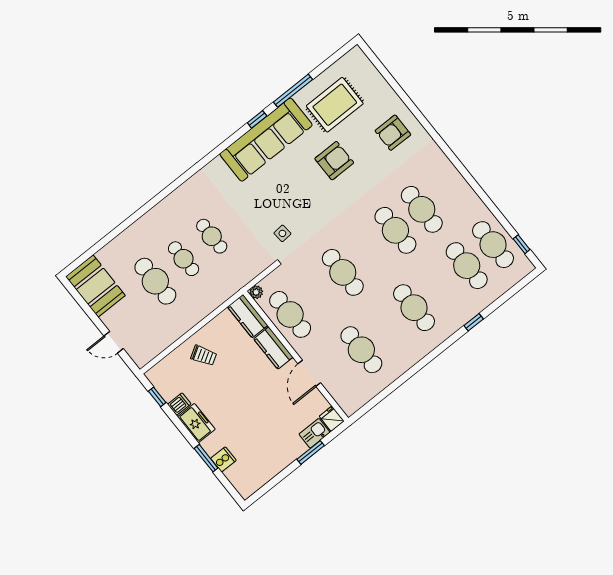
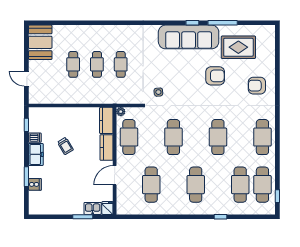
cafe table: (422, 209) -> (262, 137), moved
cafe table: (155, 281) -> (73, 64), width x0.73, depth x0.74
trolley: (204, 356) -> (65, 146), moved

